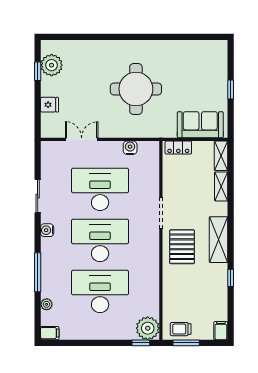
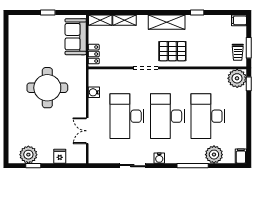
plant: (47, 304) -> (214, 155), width x1.87, depth x1.87

